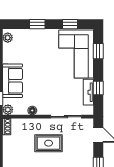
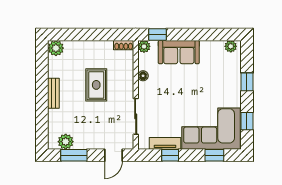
rug: (49, 143) -> (96, 85), moved

